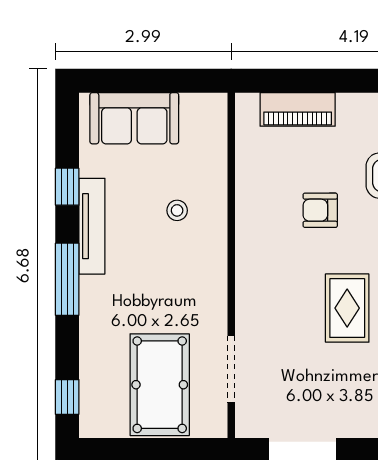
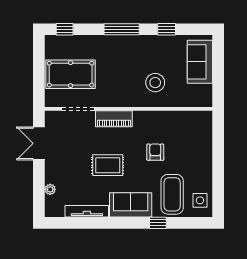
piano: (298, 109) -> (114, 119), moved, turned -90
stool: (177, 210) -> (155, 83), width x1.89, depth x1.89
tv unit: (92, 226) -> (148, 41), removed

